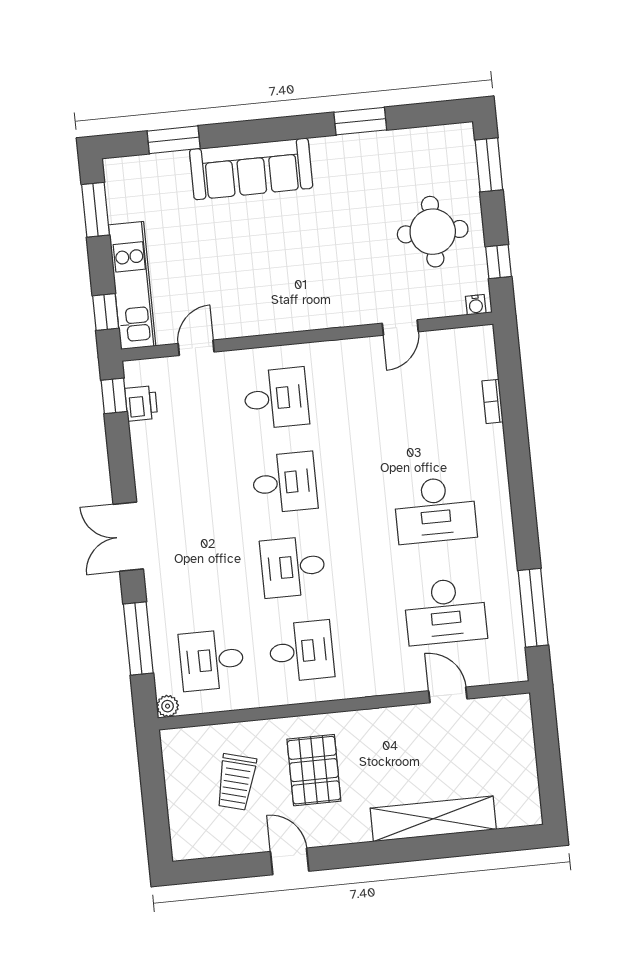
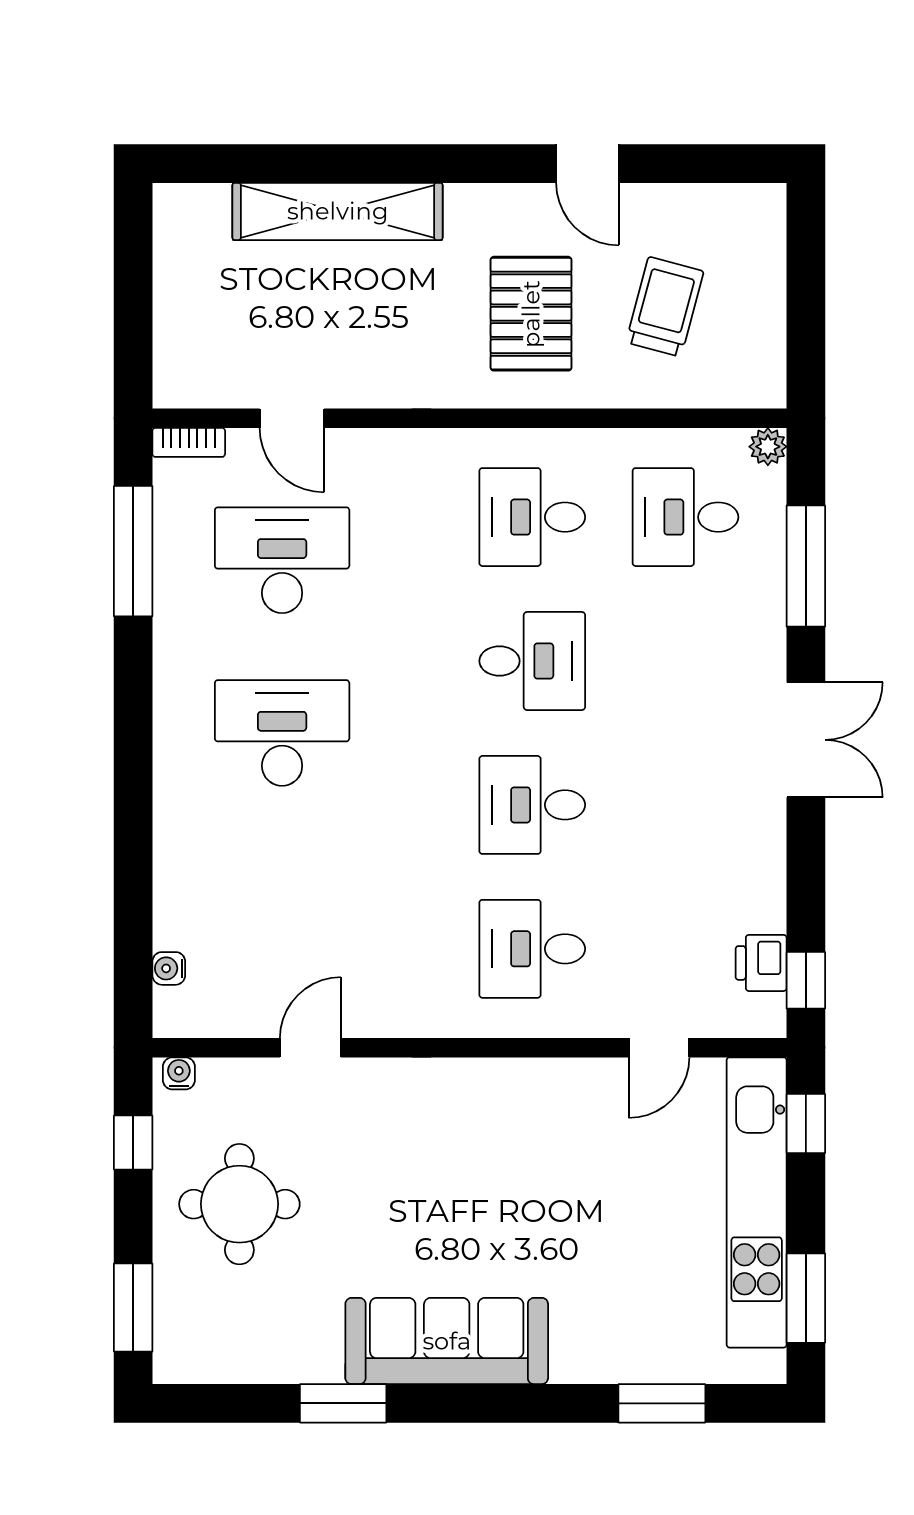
sofa: (251, 169) -> (447, 1341), moved
kitchen unit: (132, 286) -> (757, 1202), width x1.36
water cooler: (488, 366) -> (169, 968), added
bookcase: (493, 401) -> (189, 442), moved, turned 90
desk: (212, 660) -> (685, 517), turned 180

